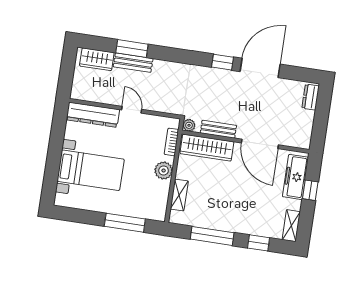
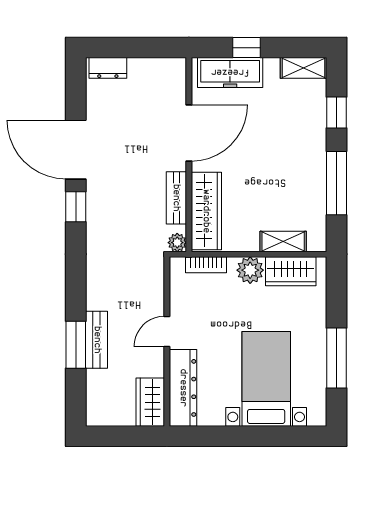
wardrobe: (97, 59) -> (150, 402), moved, turned 180
wardrobe: (159, 197) -> (291, 271), added
window: (125, 223) -> (337, 358), moved

